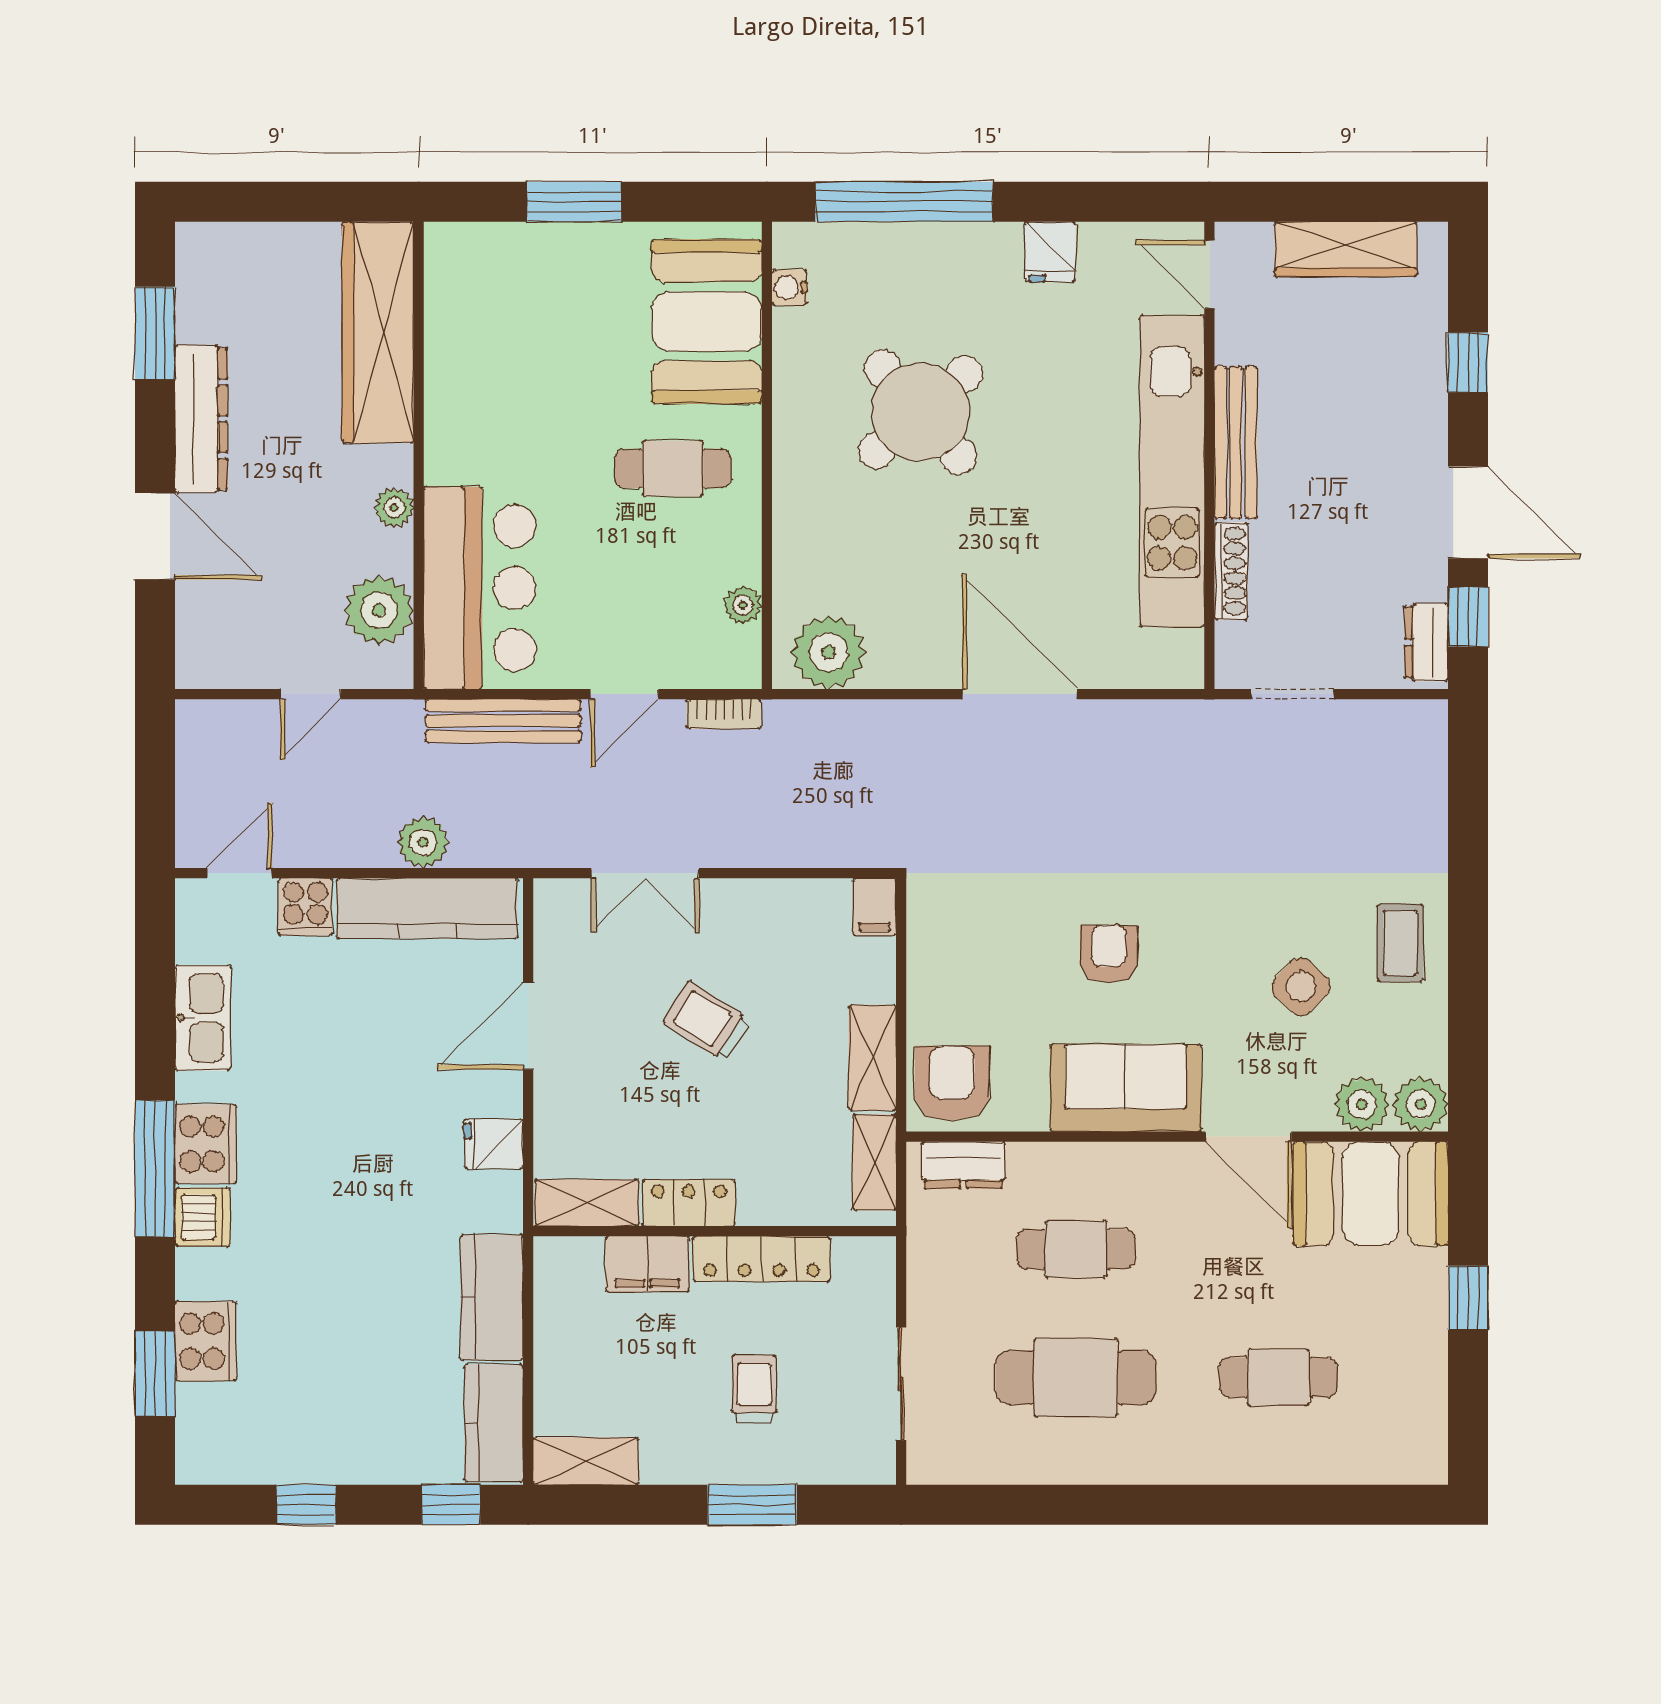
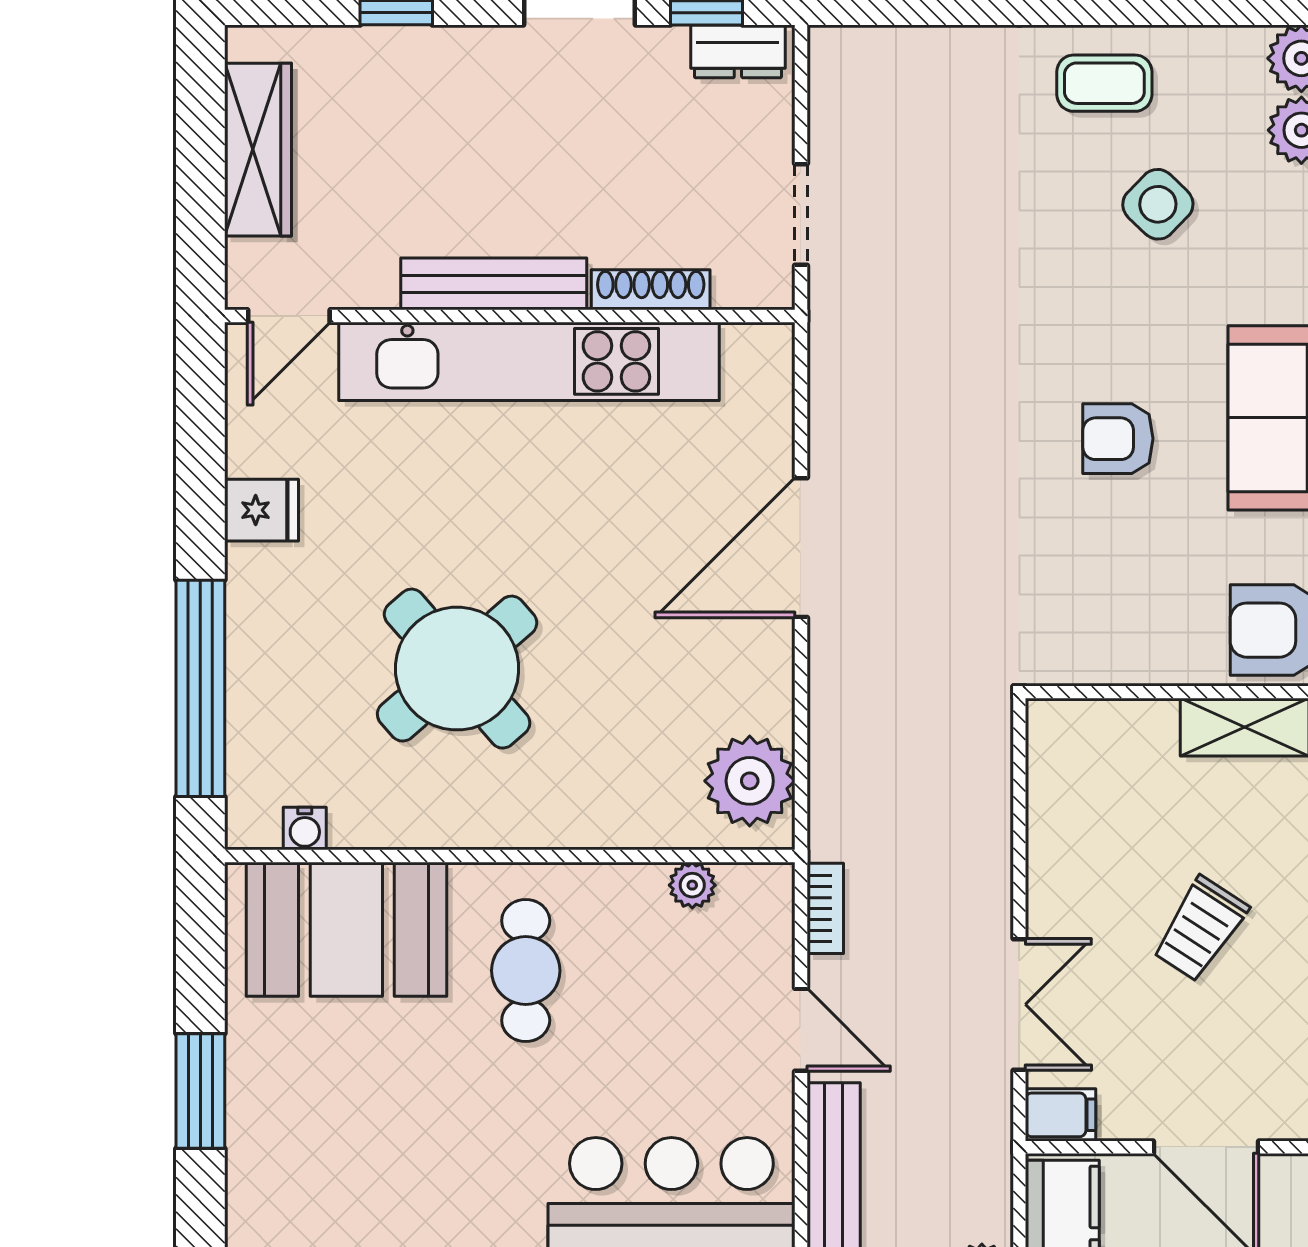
filing cabinet: (875, 907) -> (1061, 1115), moved

